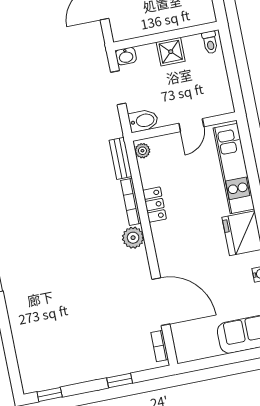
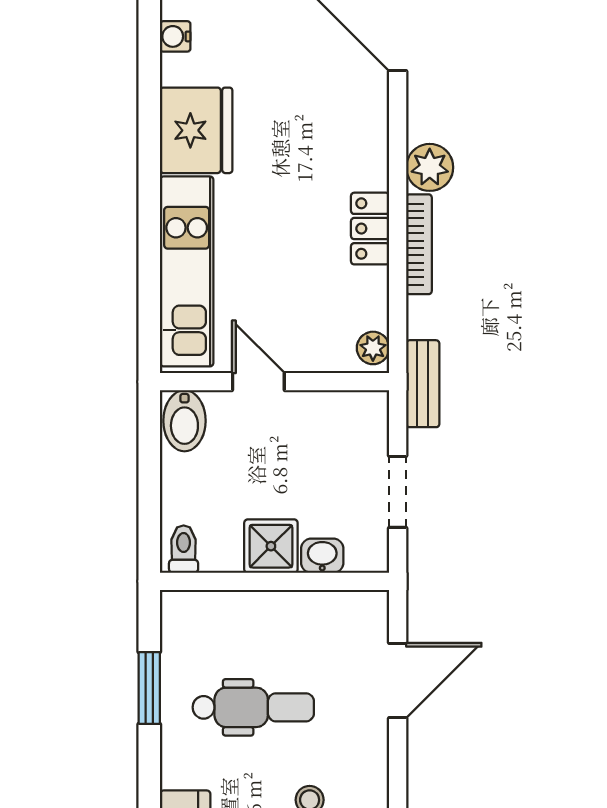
washbasin: (126, 56) -> (322, 556), moved
bidet: (143, 121) -> (184, 421), moved, turned -90
door: (191, 125) -> (258, 382), hinge flipped
bench: (120, 158) -> (423, 384), moved

